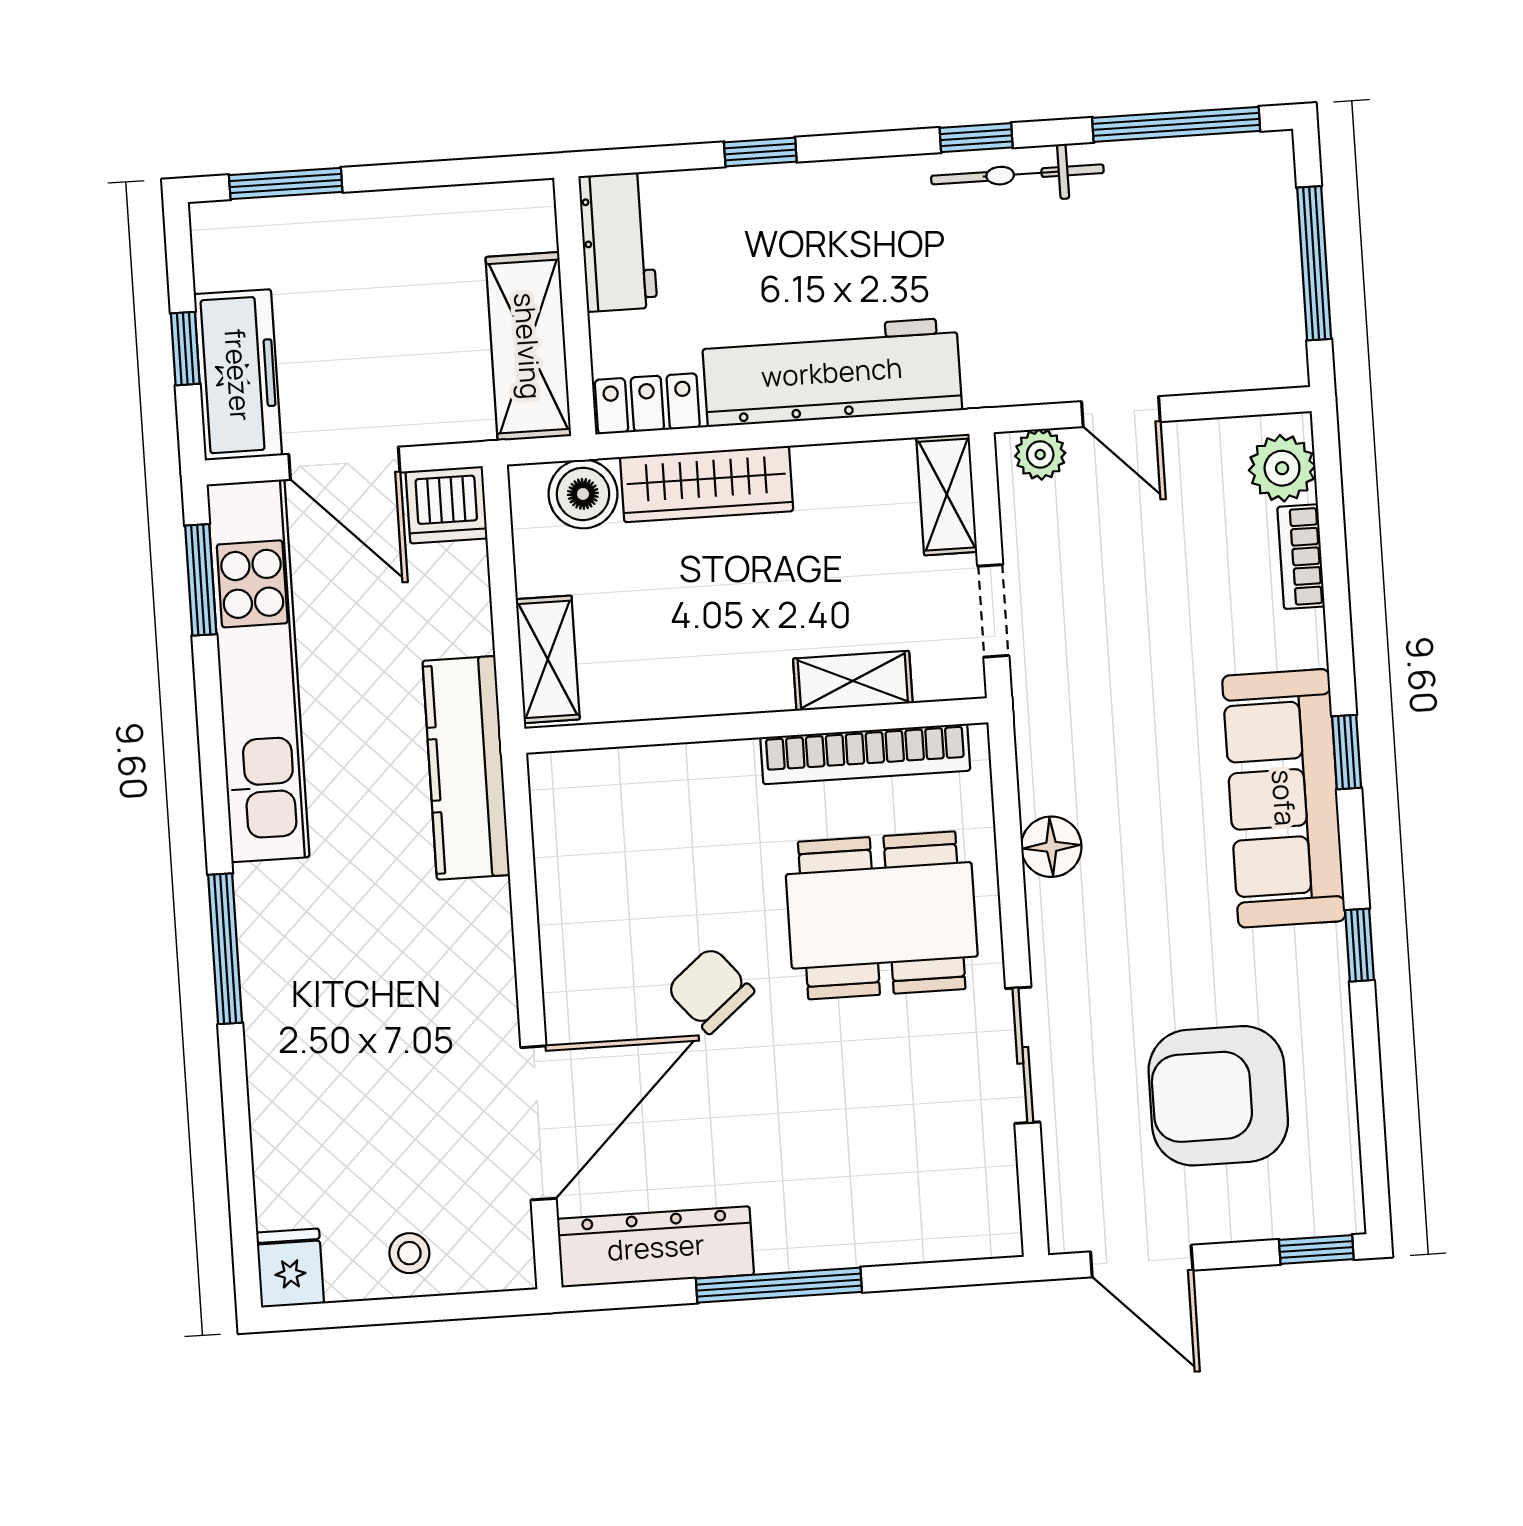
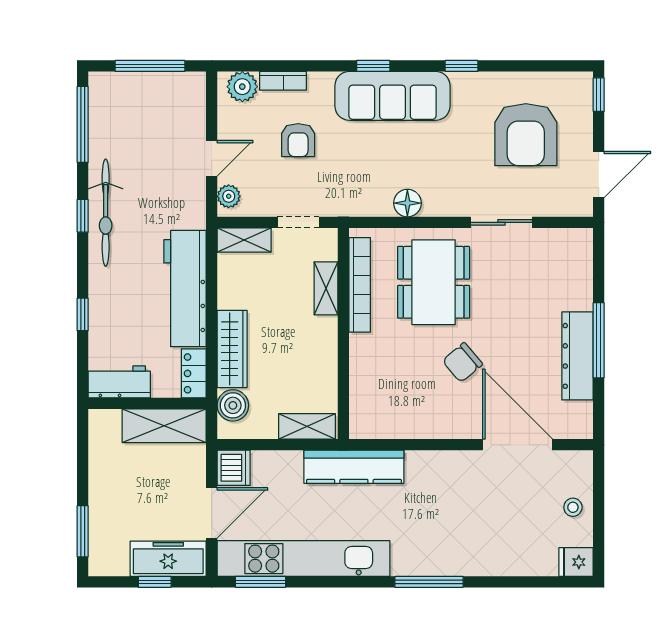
bicycle: (1017, 174) -> (106, 213), width x1.37, depth x1.40
armchair: (1173, 598) -> (298, 140), added
dresser: (656, 1247) -> (577, 356), moved

